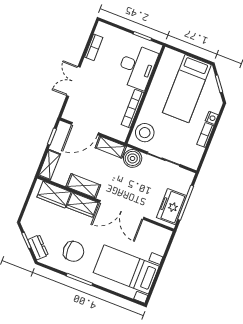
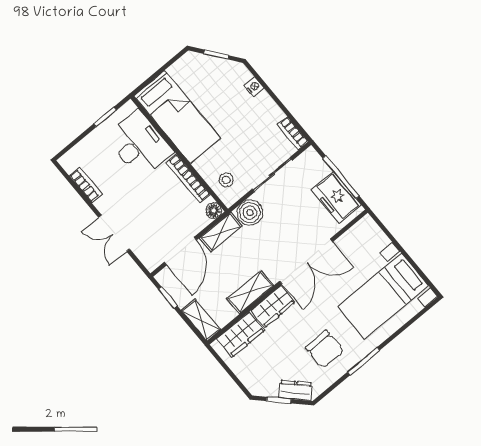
bed: (187, 89) -> (177, 117), moved
stool: (145, 133) -> (226, 180), width x0.53, depth x0.53
floor lamp: (121, 135) -> (214, 211), added
bookcase: (205, 135) -> (293, 133), moved
chair: (74, 251) -> (325, 349), turned 90

